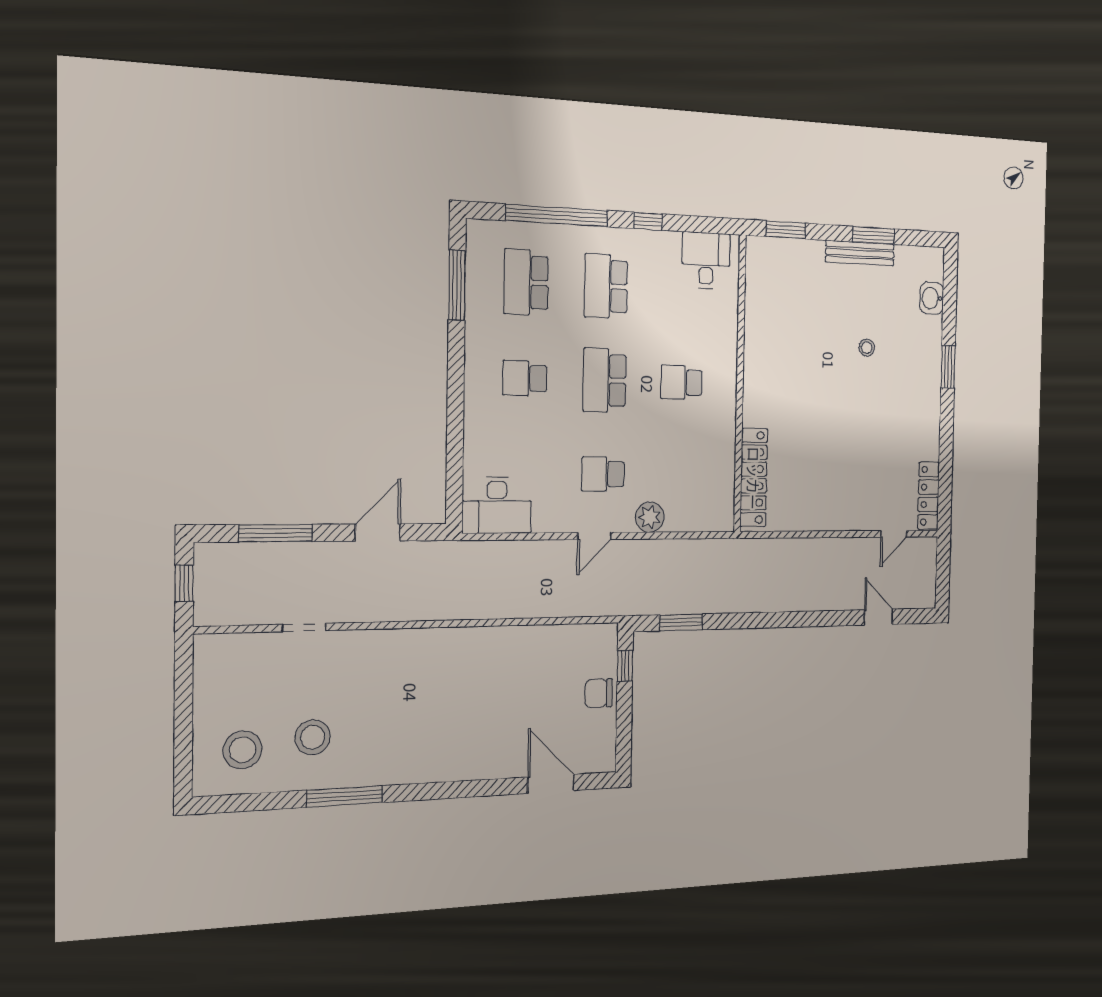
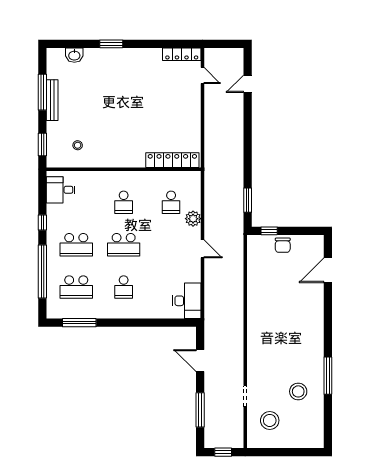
window: (873, 235) -> (42, 92), width x1.44
stool: (867, 348) -> (78, 145), moved
school desk: (603, 474) -> (171, 202), moved
stool: (242, 750) -> (270, 420), moved

